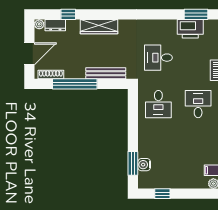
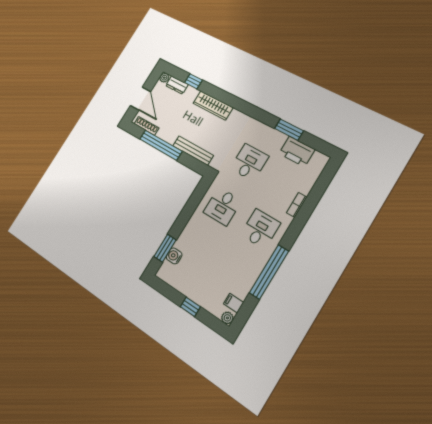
window: (196, 14) -> (289, 130), moved
door: (29, 54) -> (141, 99), hinge flipped
desk: (158, 58) -> (249, 162), turned 90
window: (162, 194) -> (190, 307), moved

